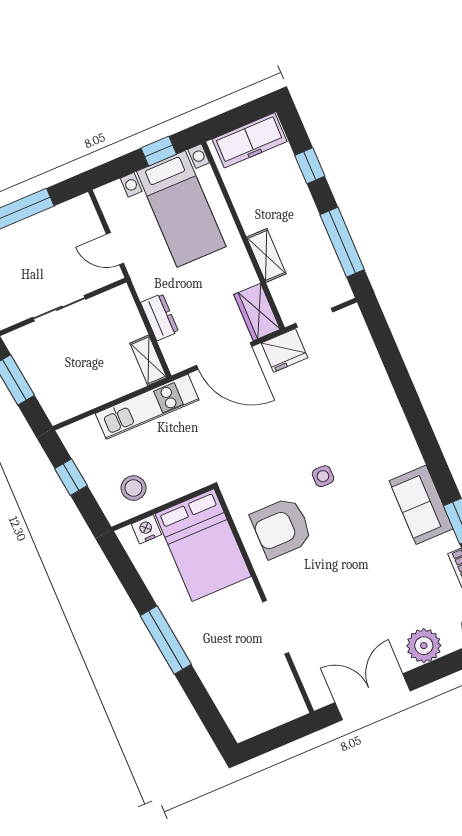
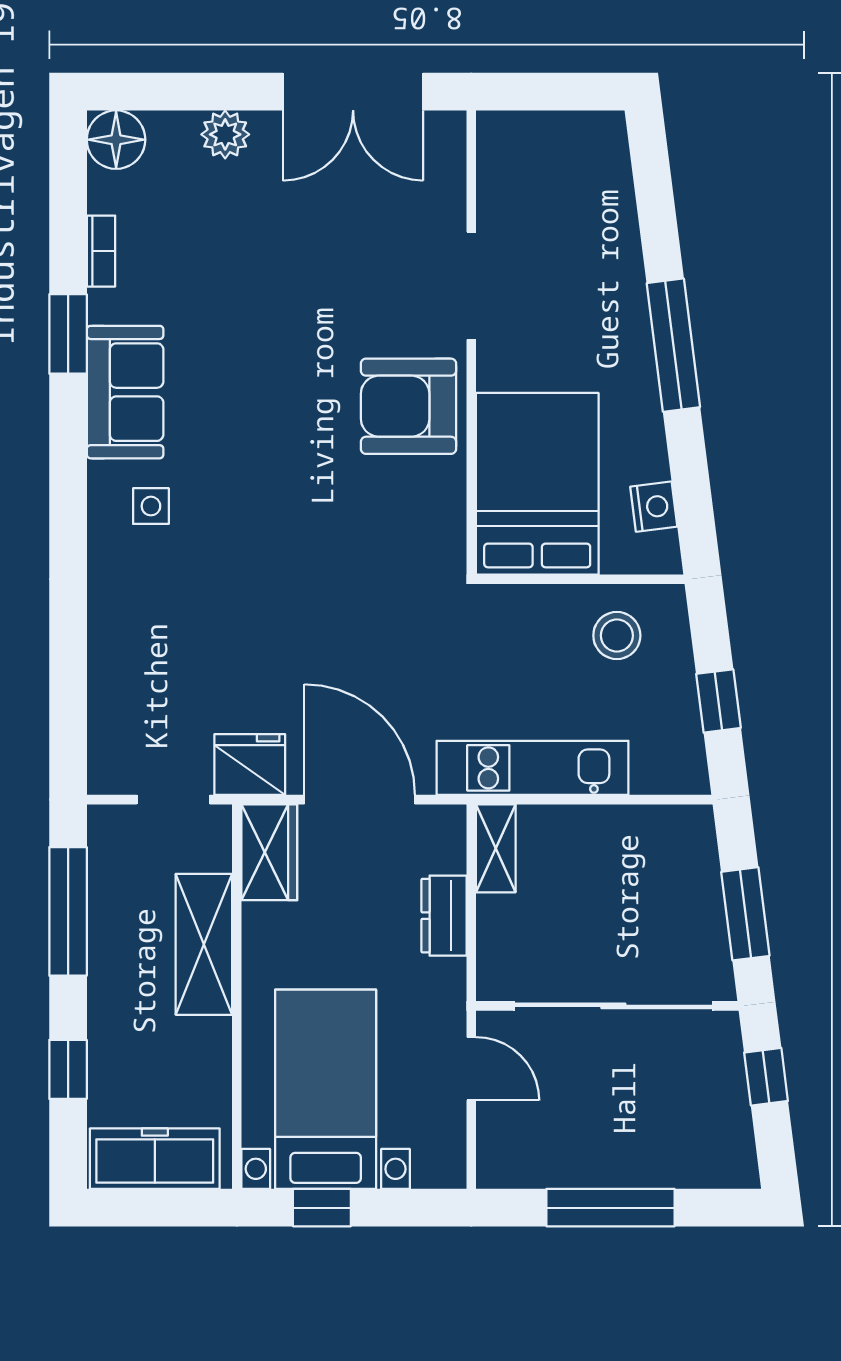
shelving: (266, 255) -> (204, 944), width x1.50, depth x1.33
sliding door: (59, 308) -> (613, 1006), width x1.86
side table: (323, 476) -> (151, 506), moved
armchair: (281, 528) -> (408, 406), moved, turned 180
nightstand: (146, 529) -> (654, 507), moved, turned -97
plant: (424, 646) -> (225, 134), width x0.73, depth x0.73

